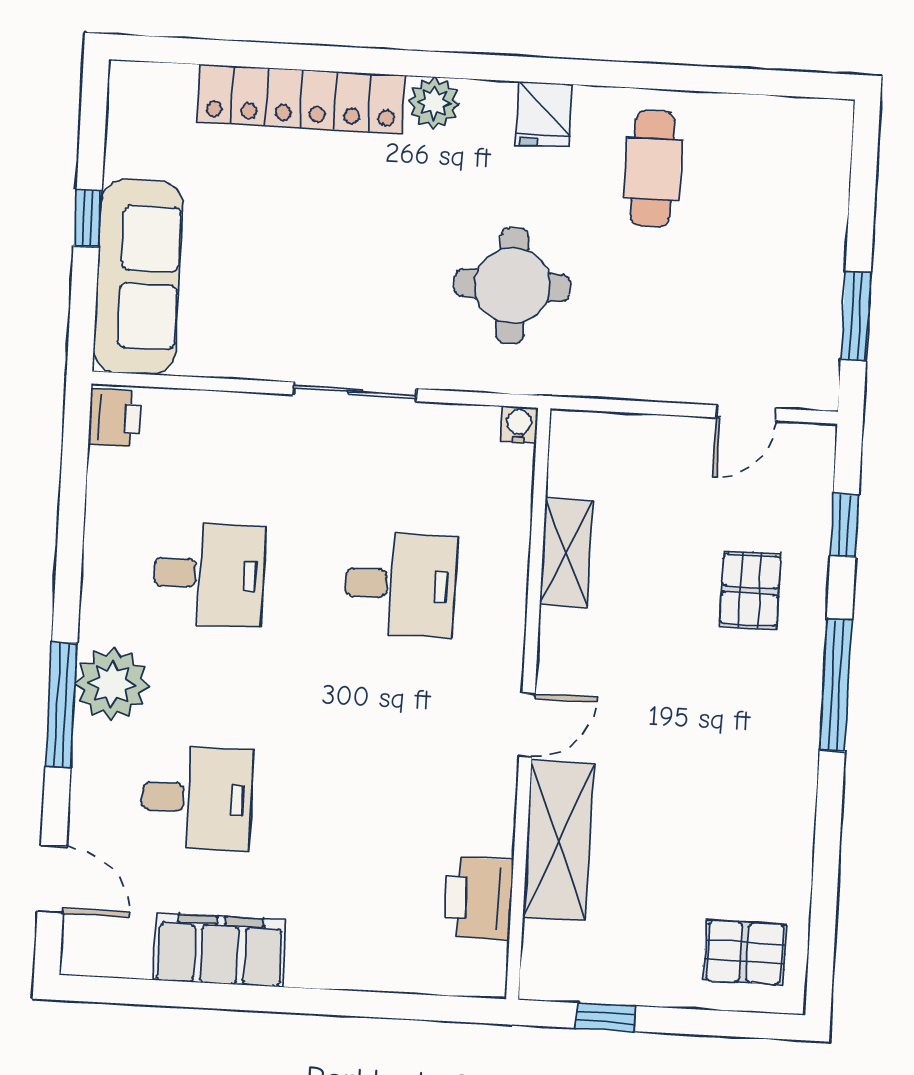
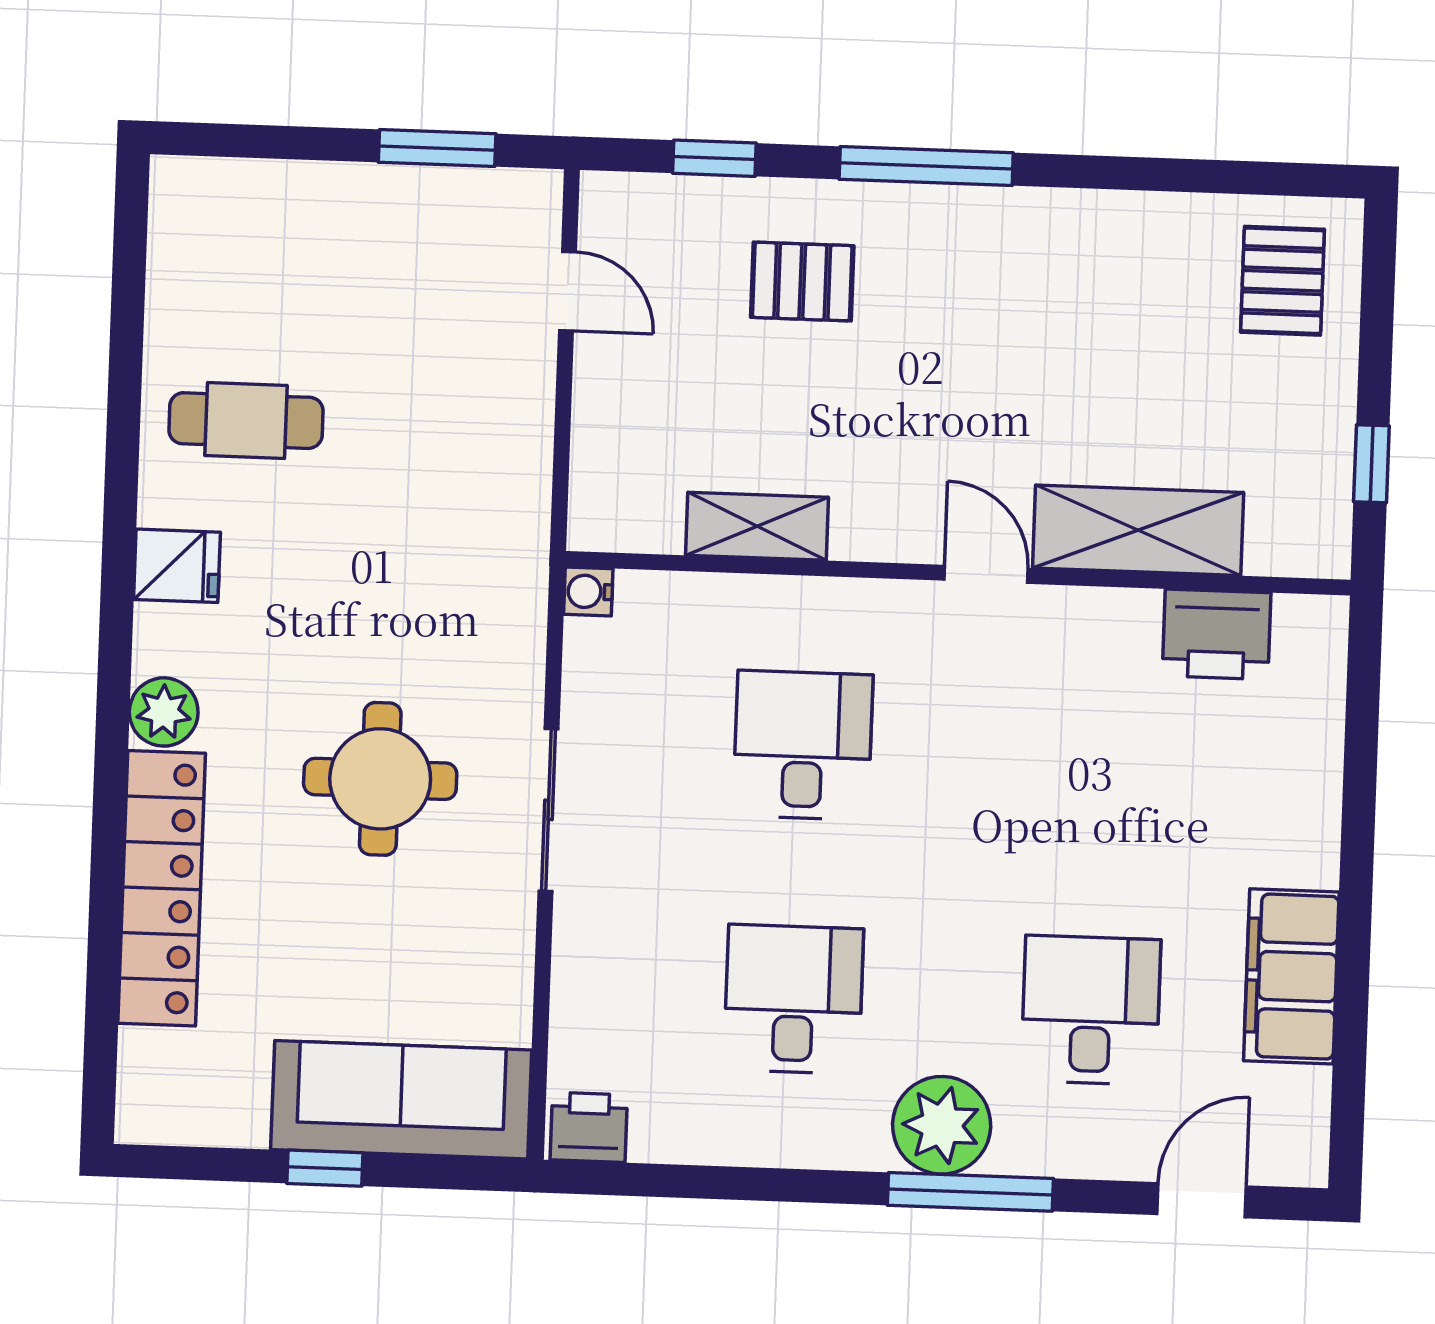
round table: (512, 286) -> (380, 779), moved

